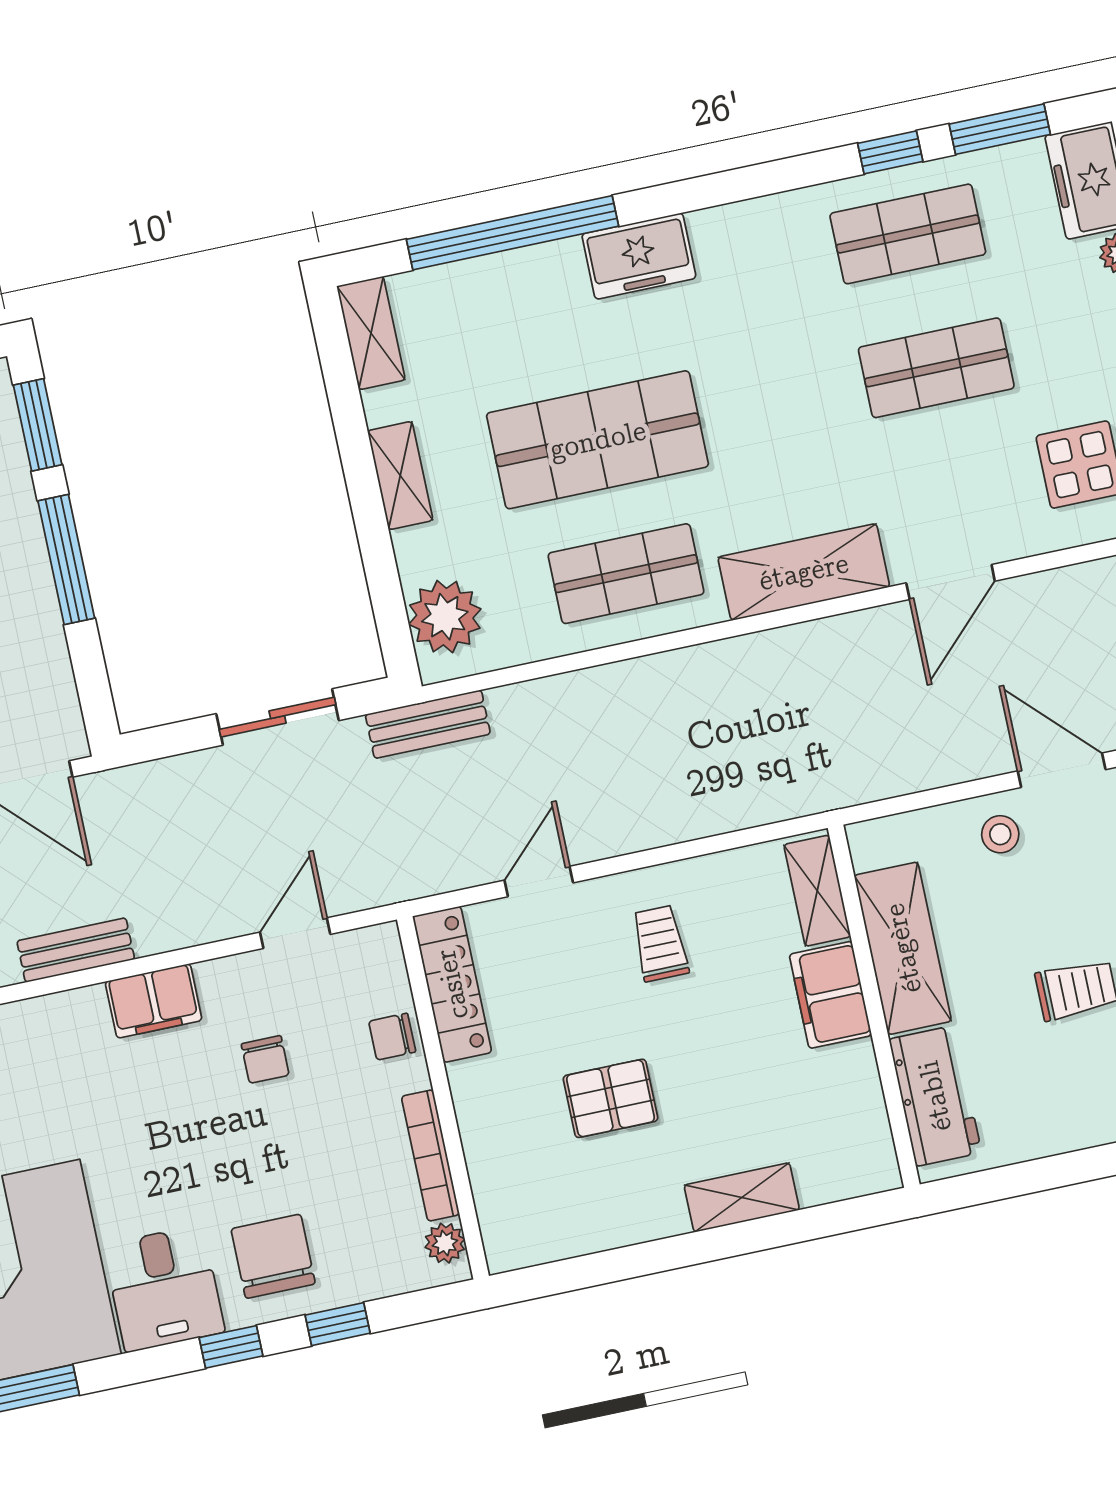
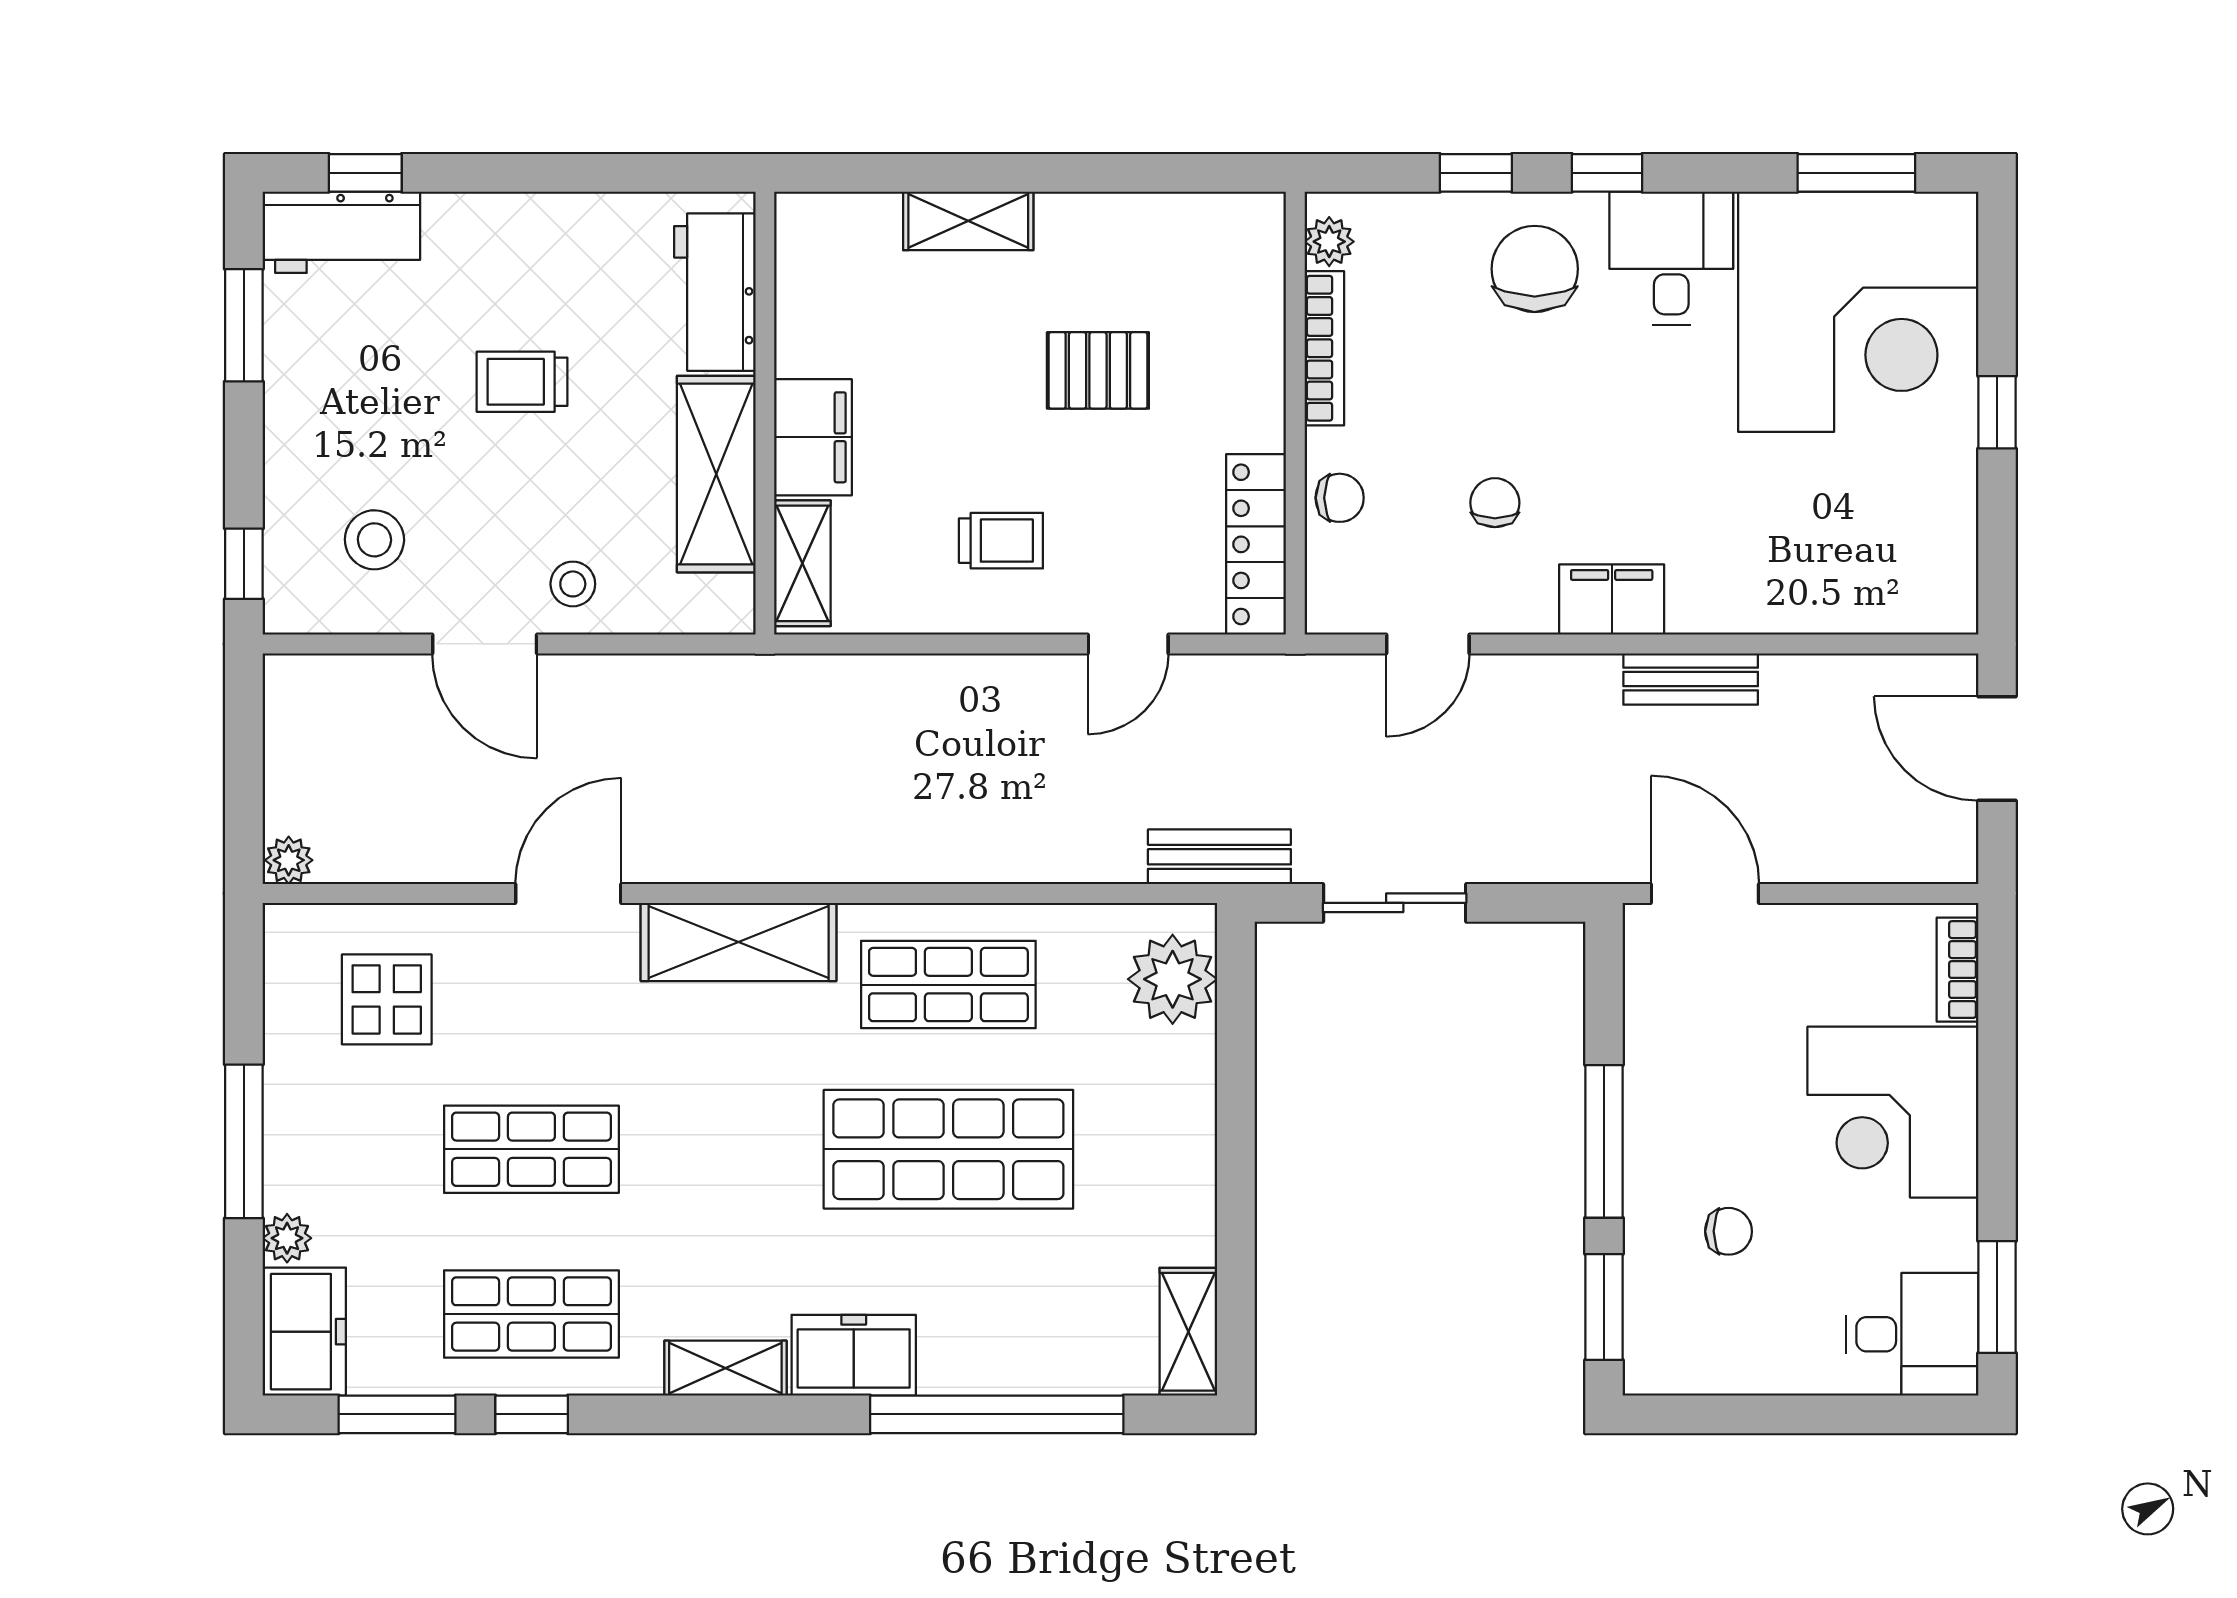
shelving: (400, 476) -> (725, 1368), moved, turned 90
trolley: (660, 943) -> (1001, 541), turned -90
chair: (273, 1256) -> (1535, 269), turned 180

